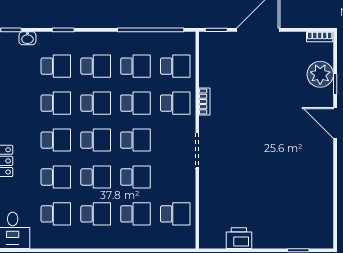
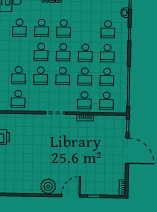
plant: (320, 74) -> (48, 186), moved
school desk: (56, 103) -> (86, 29), removed
school desk: (96, 214) -> (19, 51), removed

